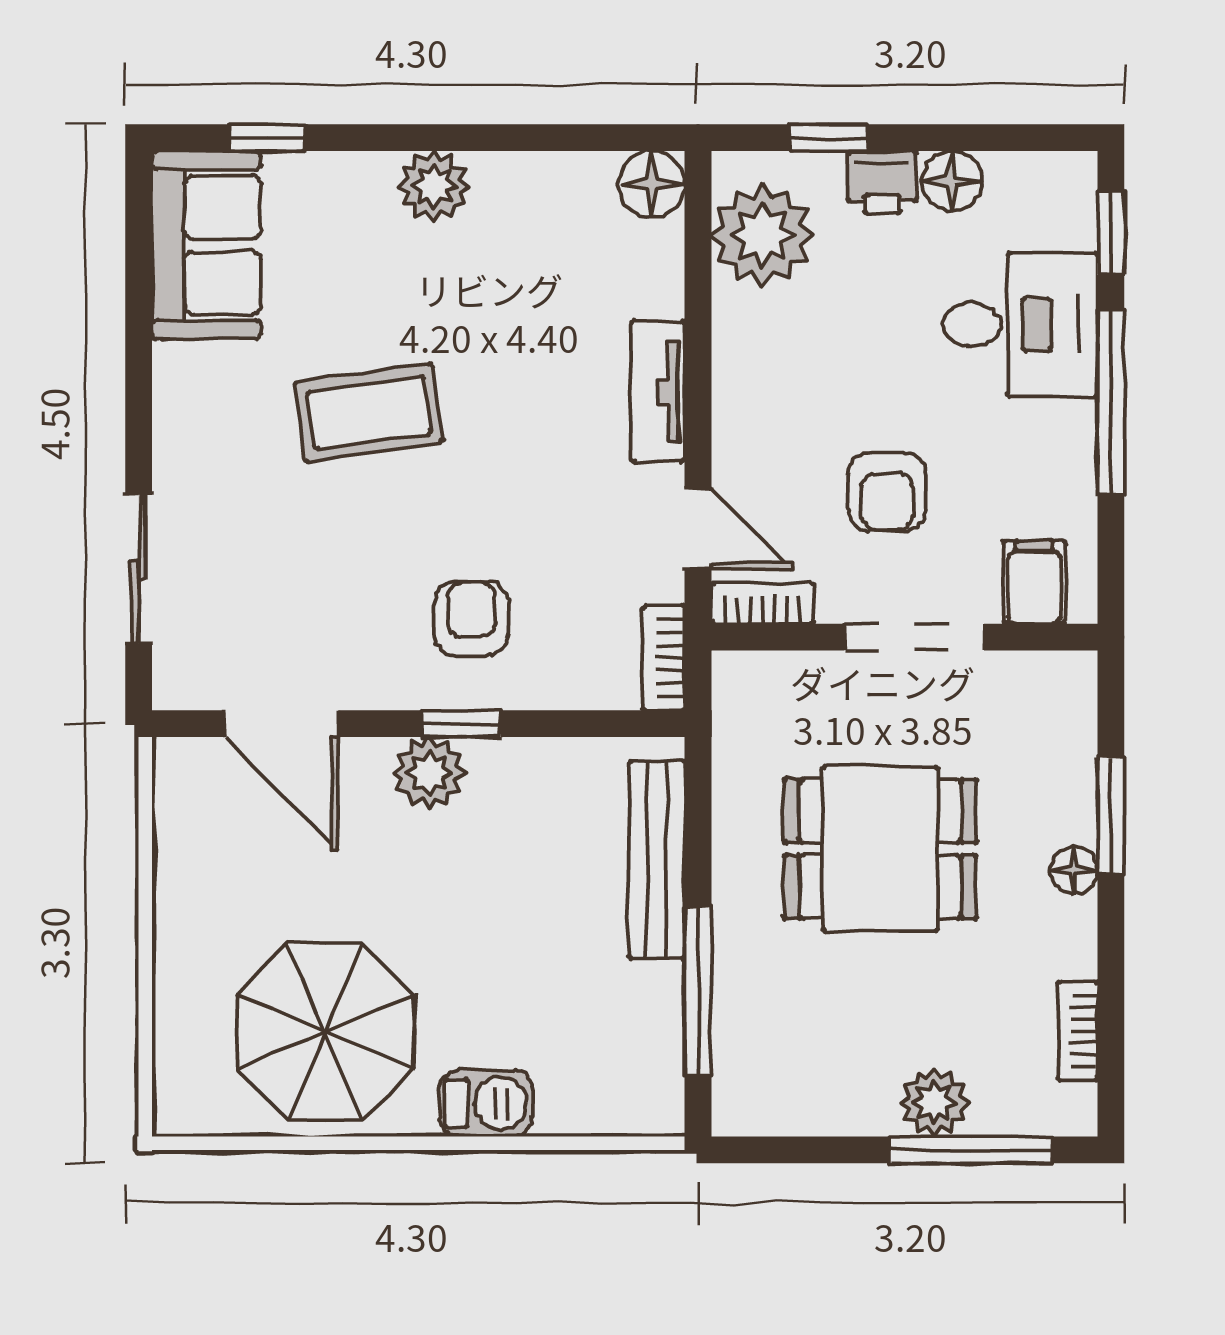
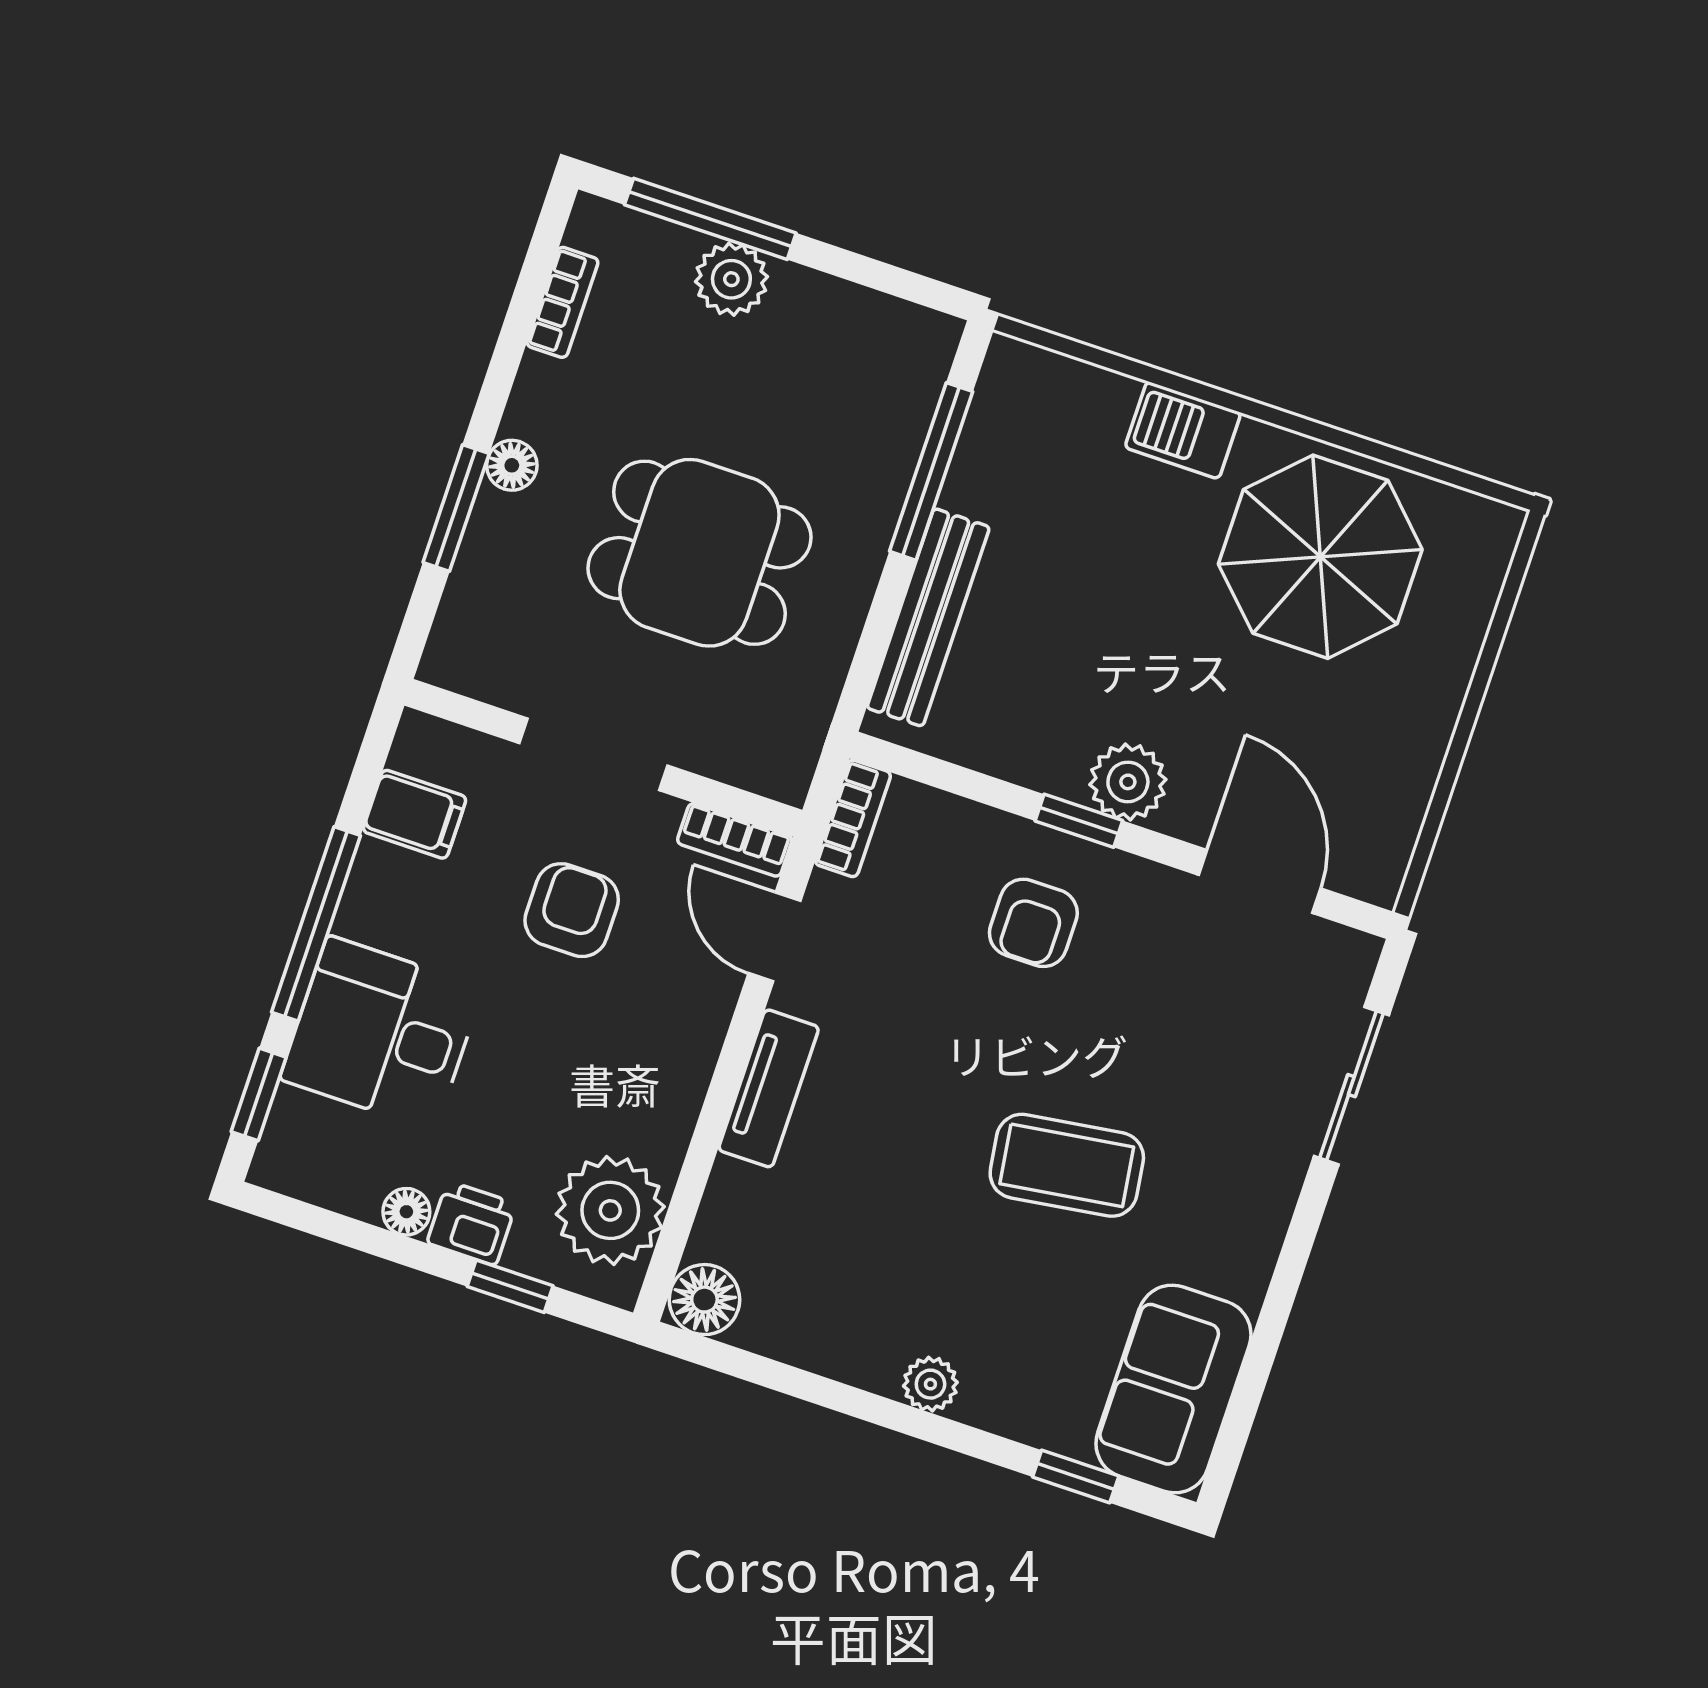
floor lamp: (952, 181) -> (406, 1212), width x0.73, depth x0.73
plant: (434, 186) -> (930, 1384), width x0.73, depth x0.73
filing cabinet: (1034, 582) -> (415, 814), moved, turned -90

